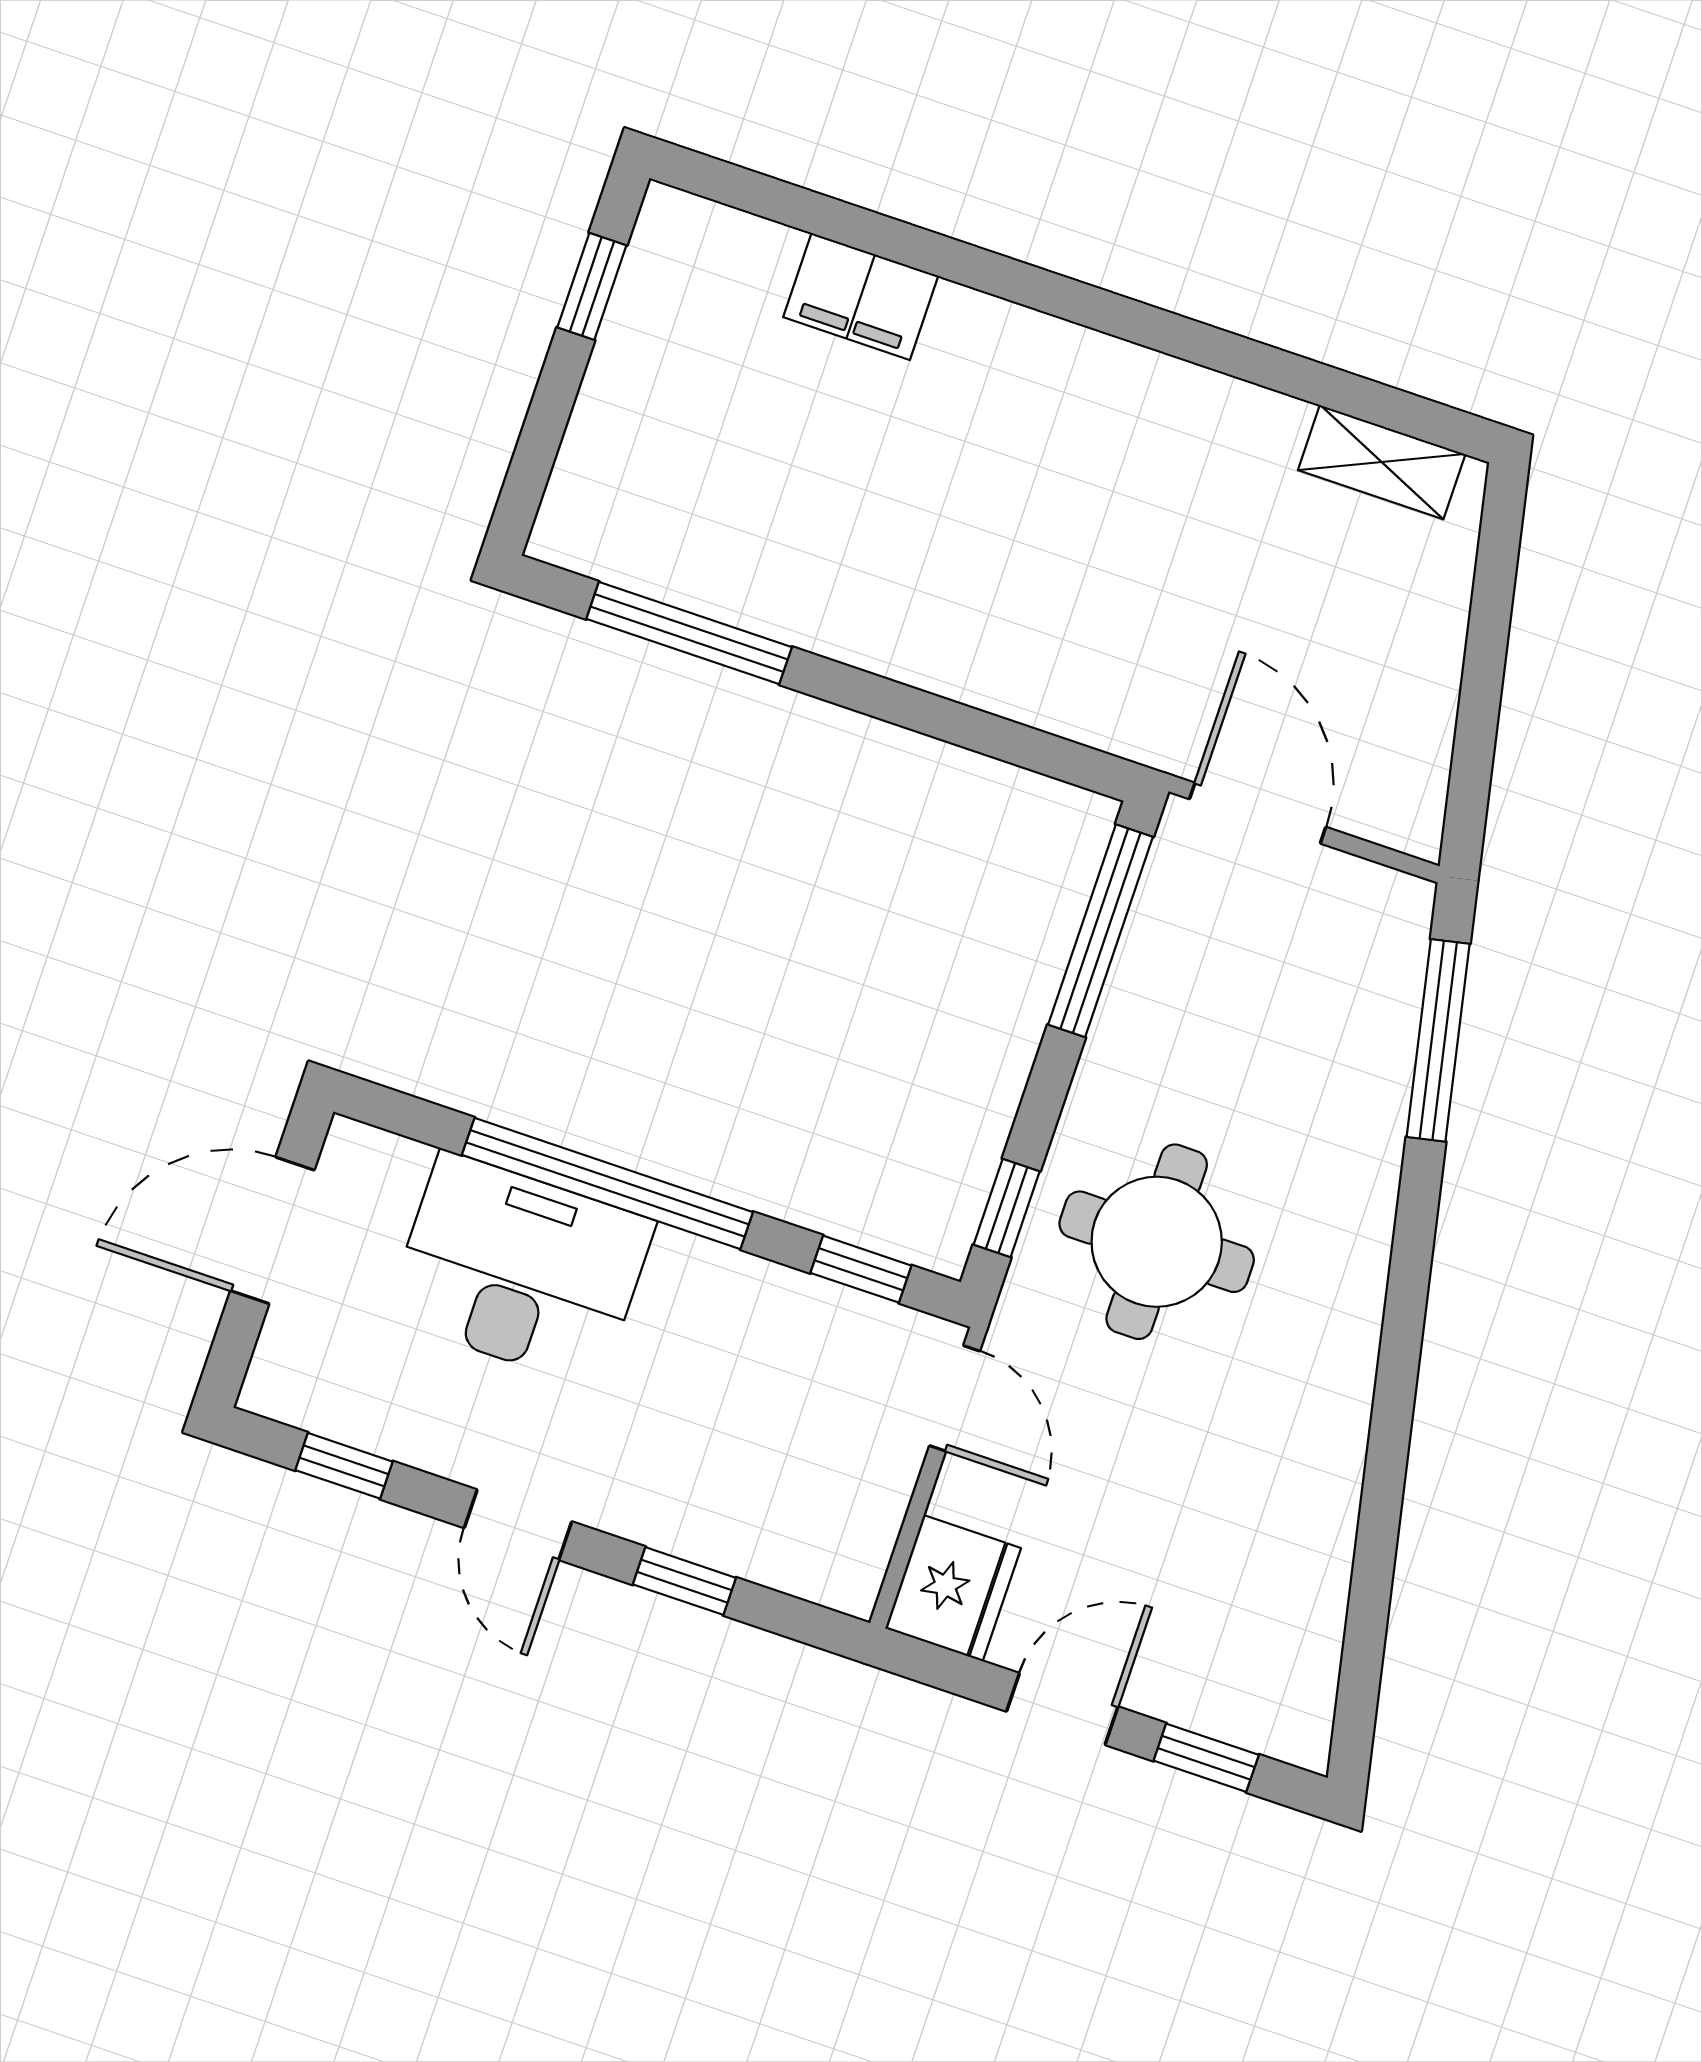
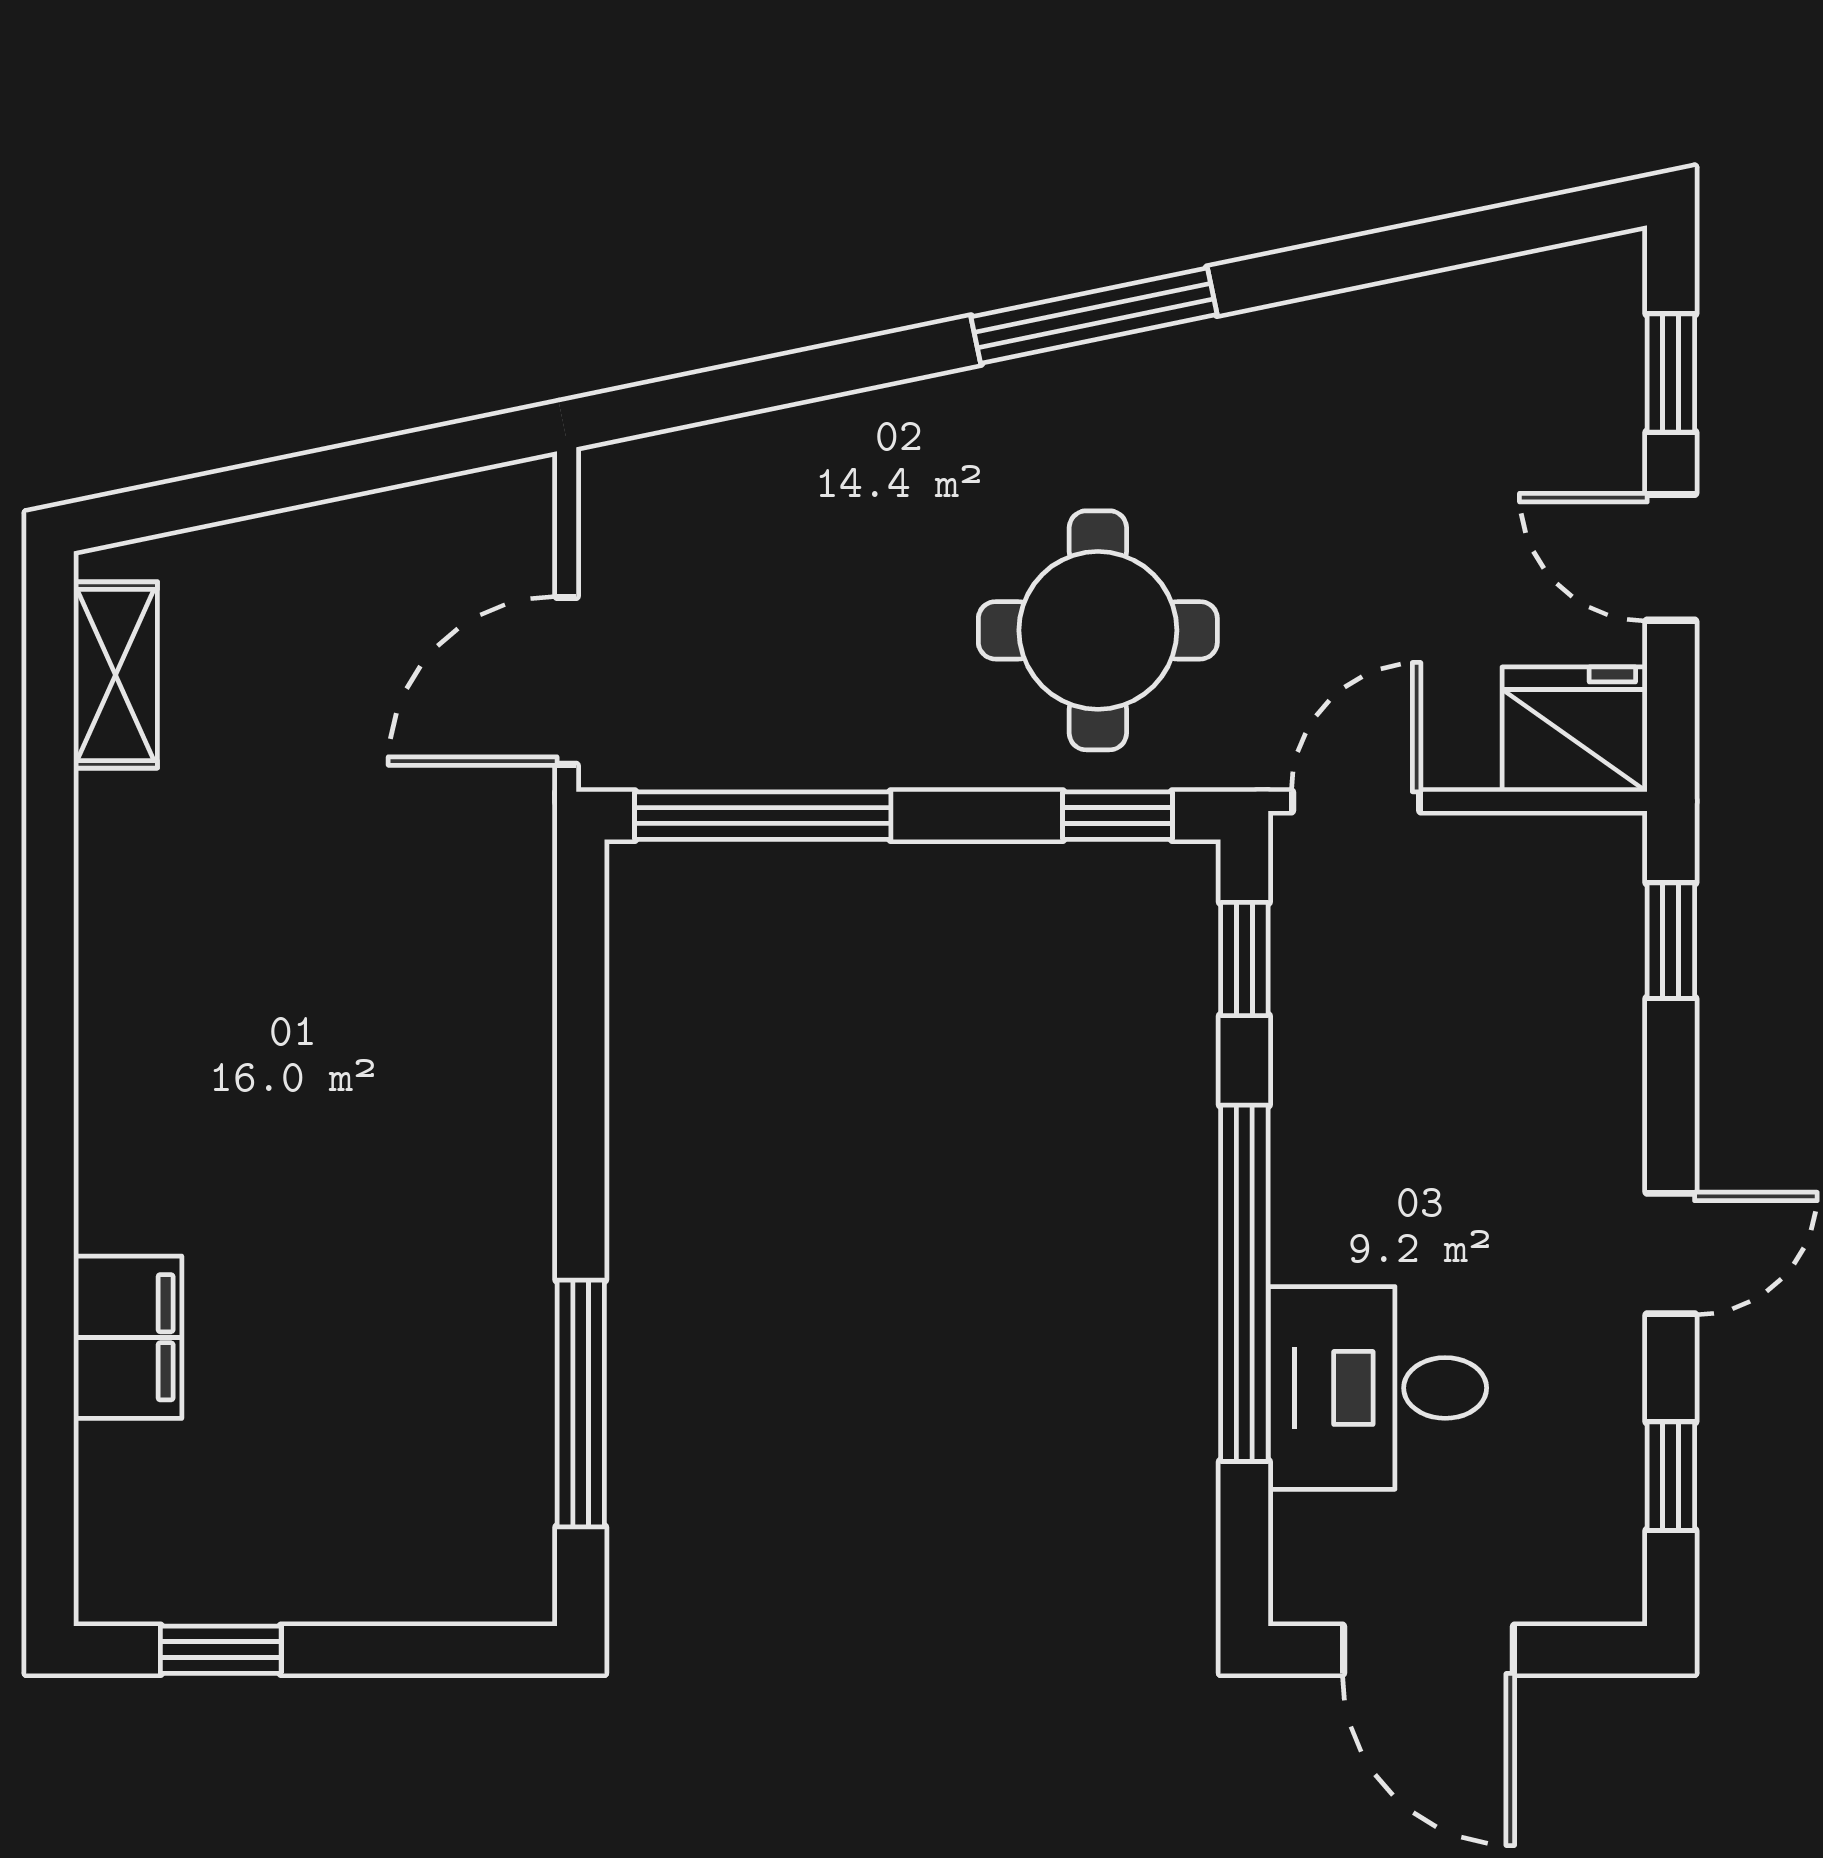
window: (1438, 1040) -> (1094, 316), moved
desk: (520, 1270) -> (1377, 1388), width x0.73
window: (684, 1581) -> (1671, 941), moved

